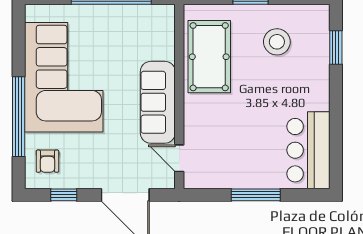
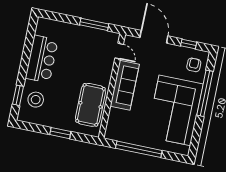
stool: (277, 42) -> (36, 100), moved
bar counter: (308, 150) -> (42, 59), moved
window: (256, 195) -> (94, 24), moved

